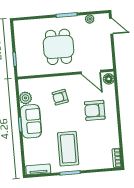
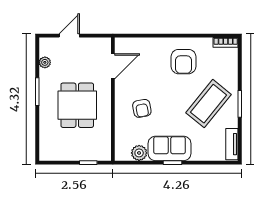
door: (111, 26) -> (69, 36), moved
dining table: (59, 47) -> (77, 105), turned 90
floor lamp: (109, 79) -> (123, 44), removed
armchair: (95, 110) -> (183, 62), moved
coffee table: (68, 149) -> (209, 104), turned -51

